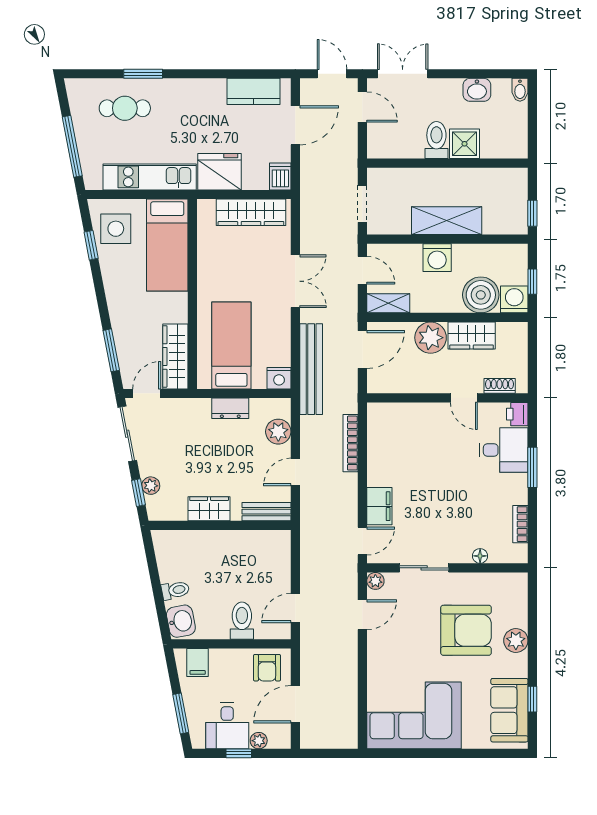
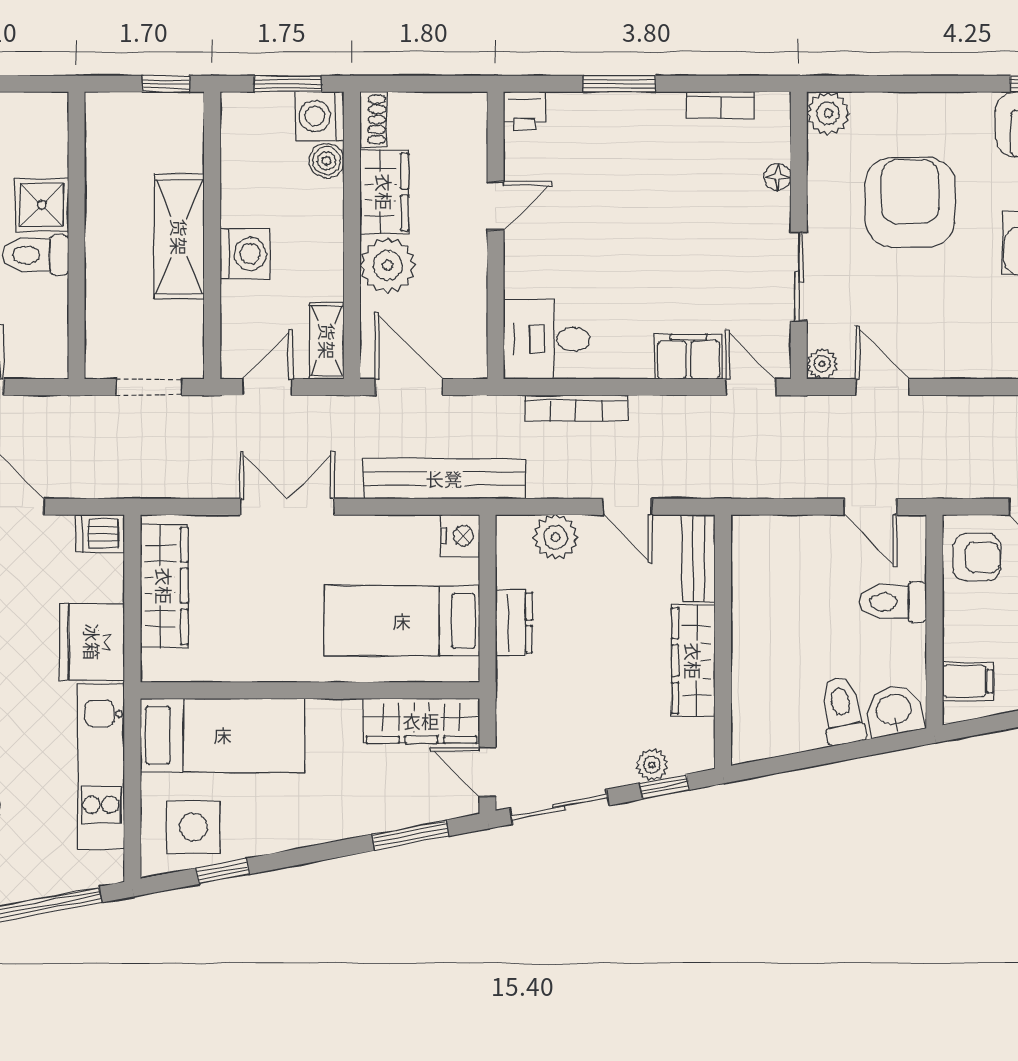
window: (532, 282) -> (288, 84), width x1.50
boiler: (481, 295) -> (327, 161), width x0.54, depth x0.54
shoe rack: (500, 386) -> (373, 119), moved, turned 180
desk: (504, 450) -> (547, 339), moved, turned -90
wardrobe: (209, 509) -> (693, 661), width x1.50
toilet: (175, 590) -> (842, 711), width x1.37, depth x1.39
plant: (516, 640) -> (828, 113), moved

